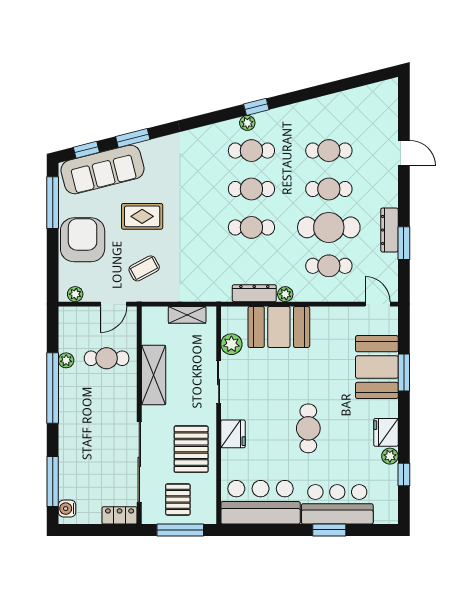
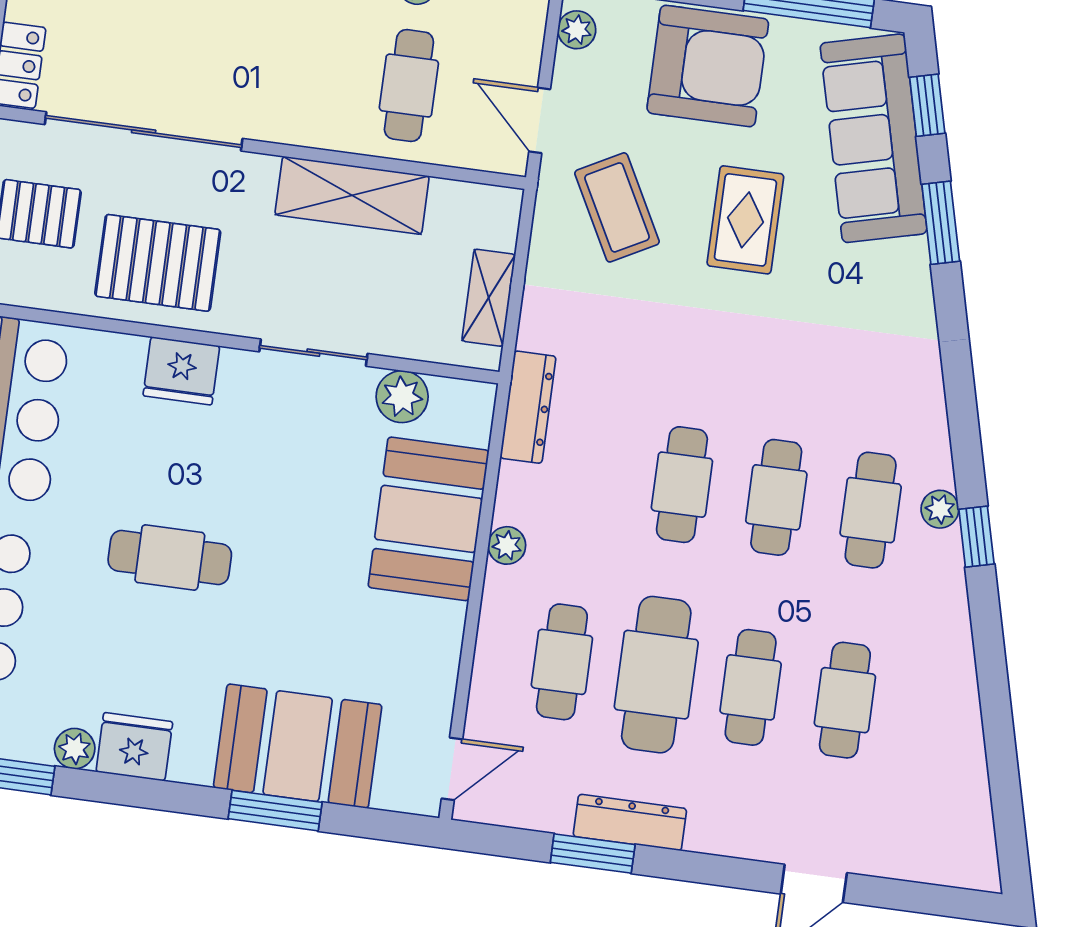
coffee table: (144, 268) -> (617, 207), width x1.36, depth x1.30
dresser: (254, 293) -> (528, 407), moved

